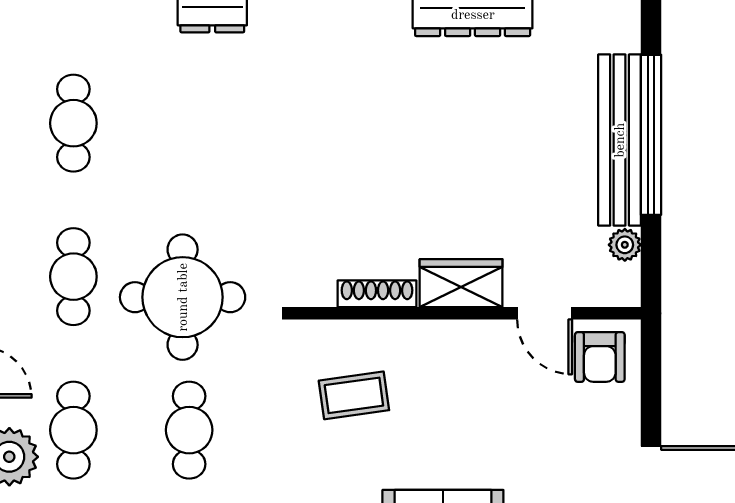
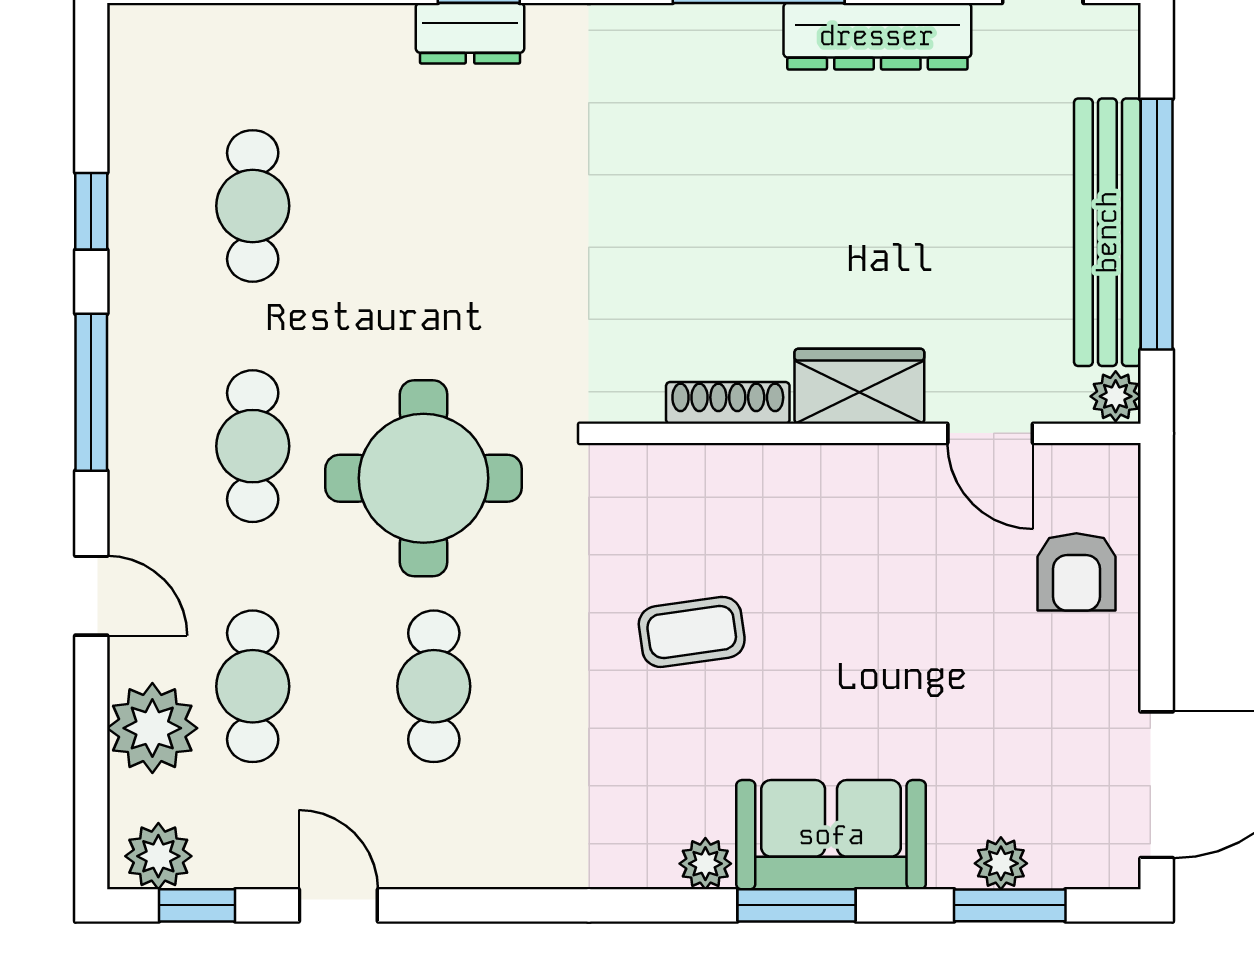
wardrobe: (461, 283) -> (859, 386), moved
shoe rack: (377, 294) -> (728, 403), moved
wall: (468, 313) -> (870, 433), moved
door: (545, 313) -> (990, 433), moved

